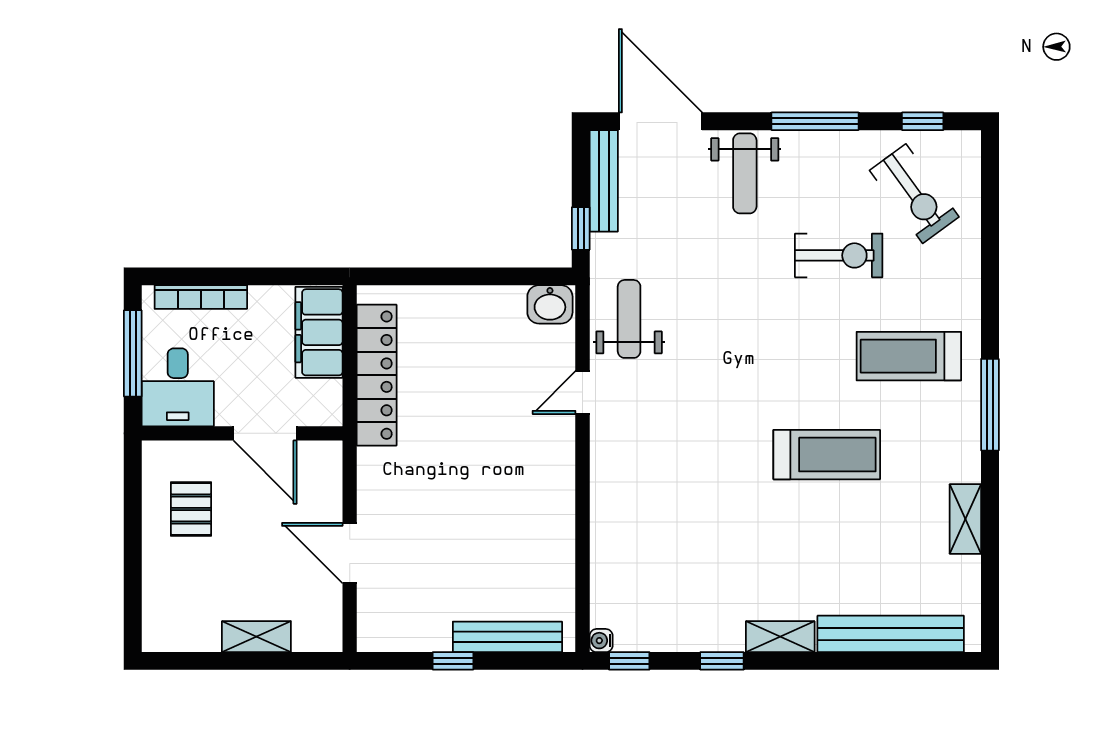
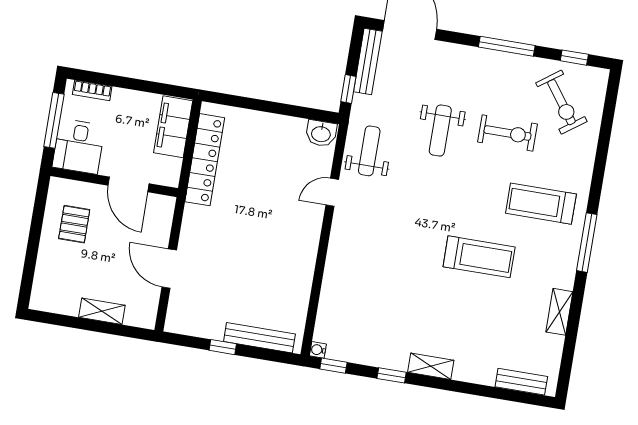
weight bench: (745, 173) -> (440, 131), moved
bookcase: (201, 297) -> (92, 90), width x0.64
bench: (891, 634) -> (521, 382), width x0.54, depth x0.82

